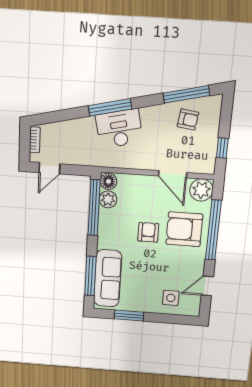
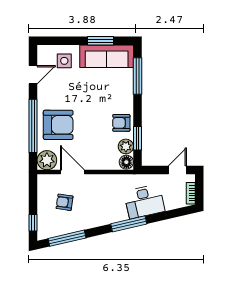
armchair: (188, 119) -> (65, 202), moved
desk: (119, 129) -> (144, 201), moved
window: (222, 148) -> (33, 223), moved
window: (94, 208) -> (137, 138), width x0.47
armchair: (148, 232) -> (121, 123), moved, turned 90
sofa: (108, 278) -> (107, 56), moved, turned -90

